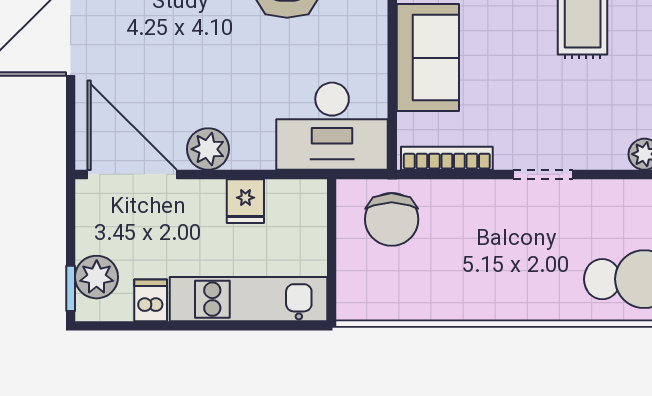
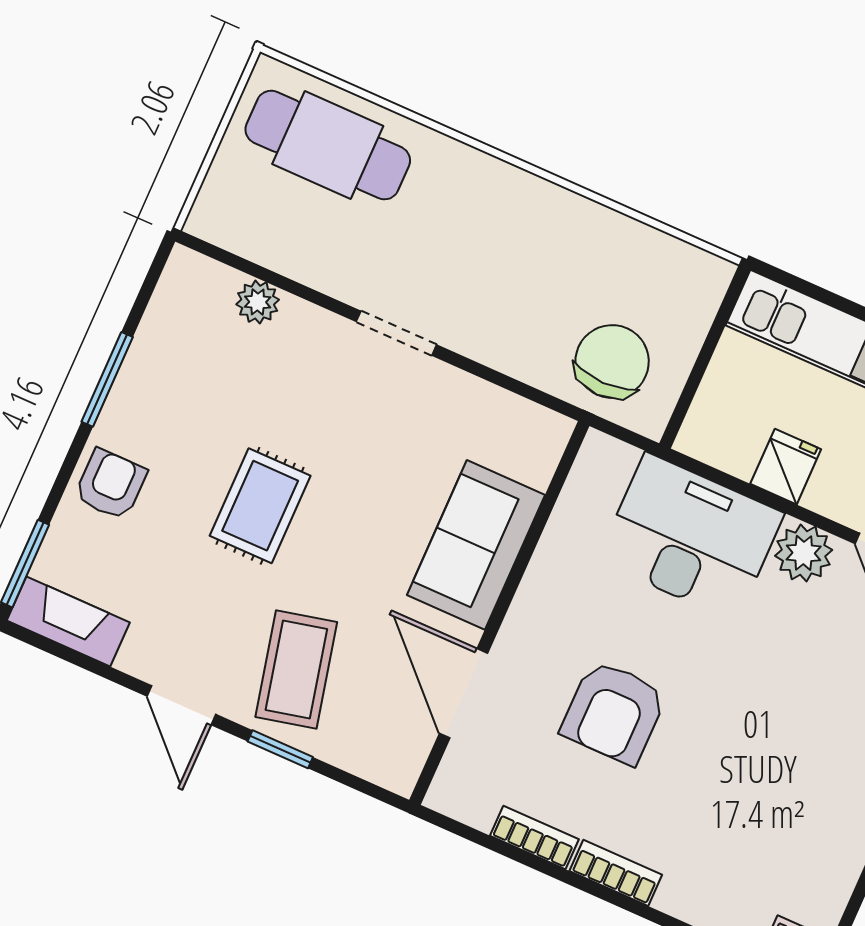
desk: (332, 126) -> (691, 537), moved
bookcase: (447, 158) -> (508, 408), removed

